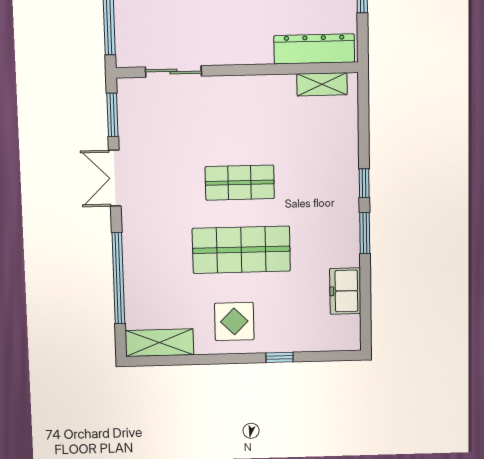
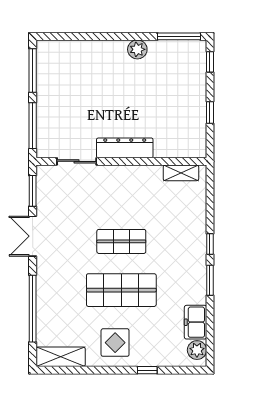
dresser: (314, 49) -> (125, 148), moved
plant: (348, 329) -> (197, 350), added

